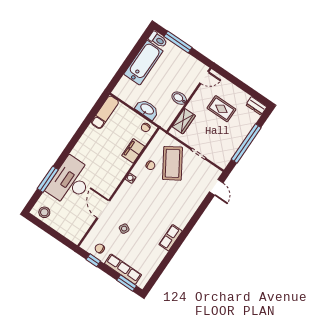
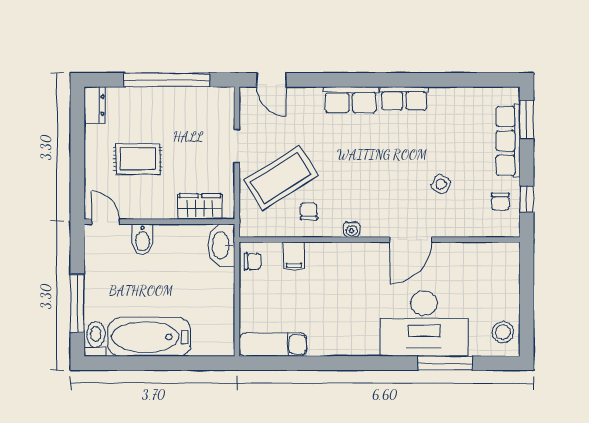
bidet: (179, 98) -> (142, 239), moved
washbasin: (147, 109) -> (221, 245), moved
rug: (221, 109) -> (138, 159), turned 90
filing cabinet: (133, 151) -> (294, 256), width x0.50
door: (216, 187) -> (271, 80), swing flipped
door: (103, 209) -> (411, 240), moved
row of seats: (185, 215) -> (351, 100), added

